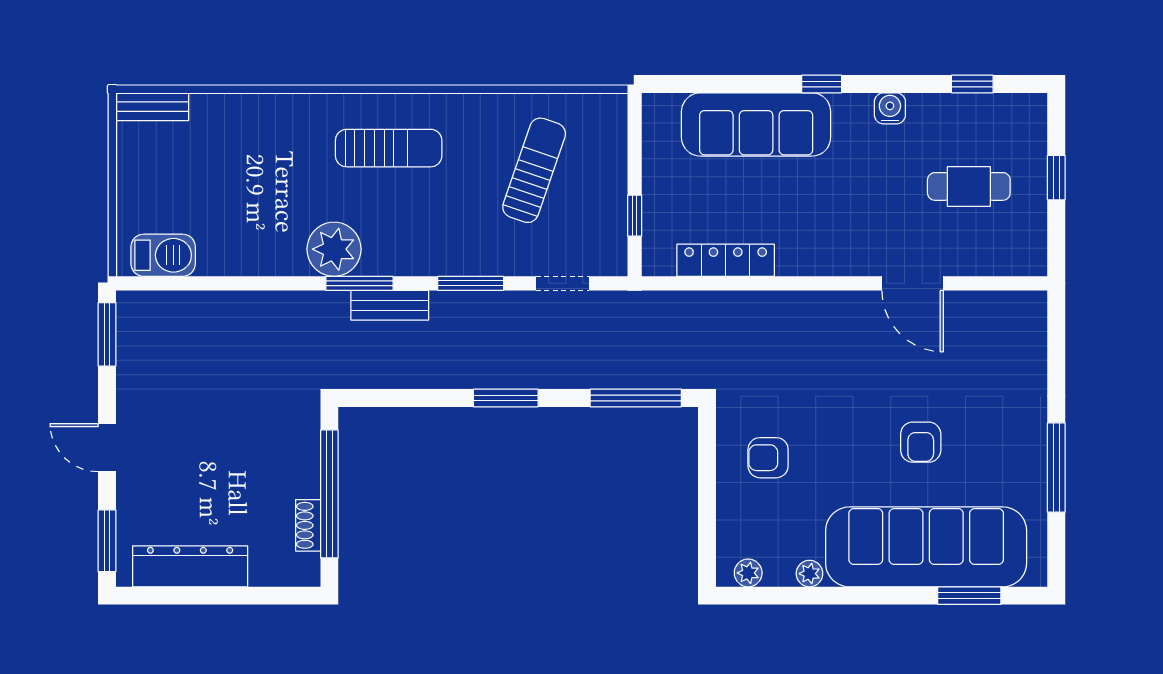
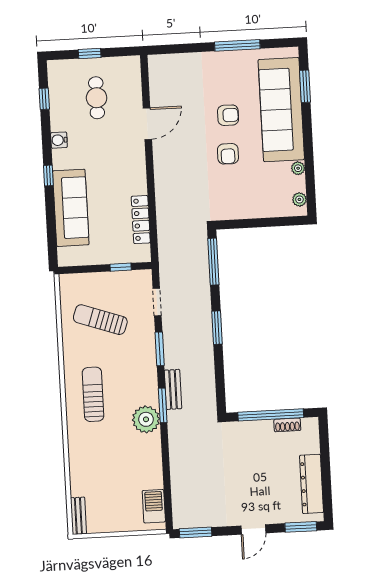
armchair: (768, 458) -> (228, 154), moved

